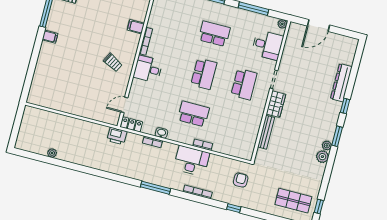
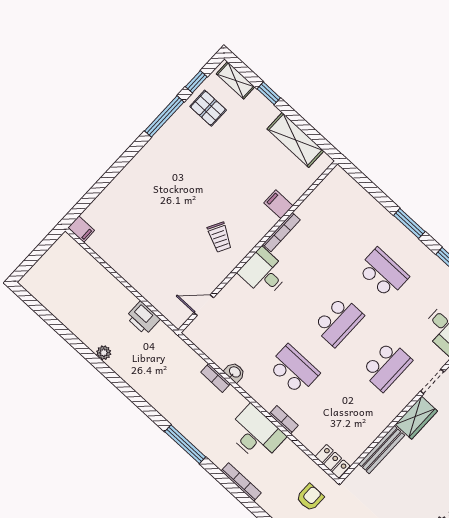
filing cabinet: (50, 37) -> (81, 229), moved
locker: (132, 124) -> (333, 461), moved
printer: (117, 136) -> (143, 318), moved
plant: (52, 153) -> (104, 353), moved

